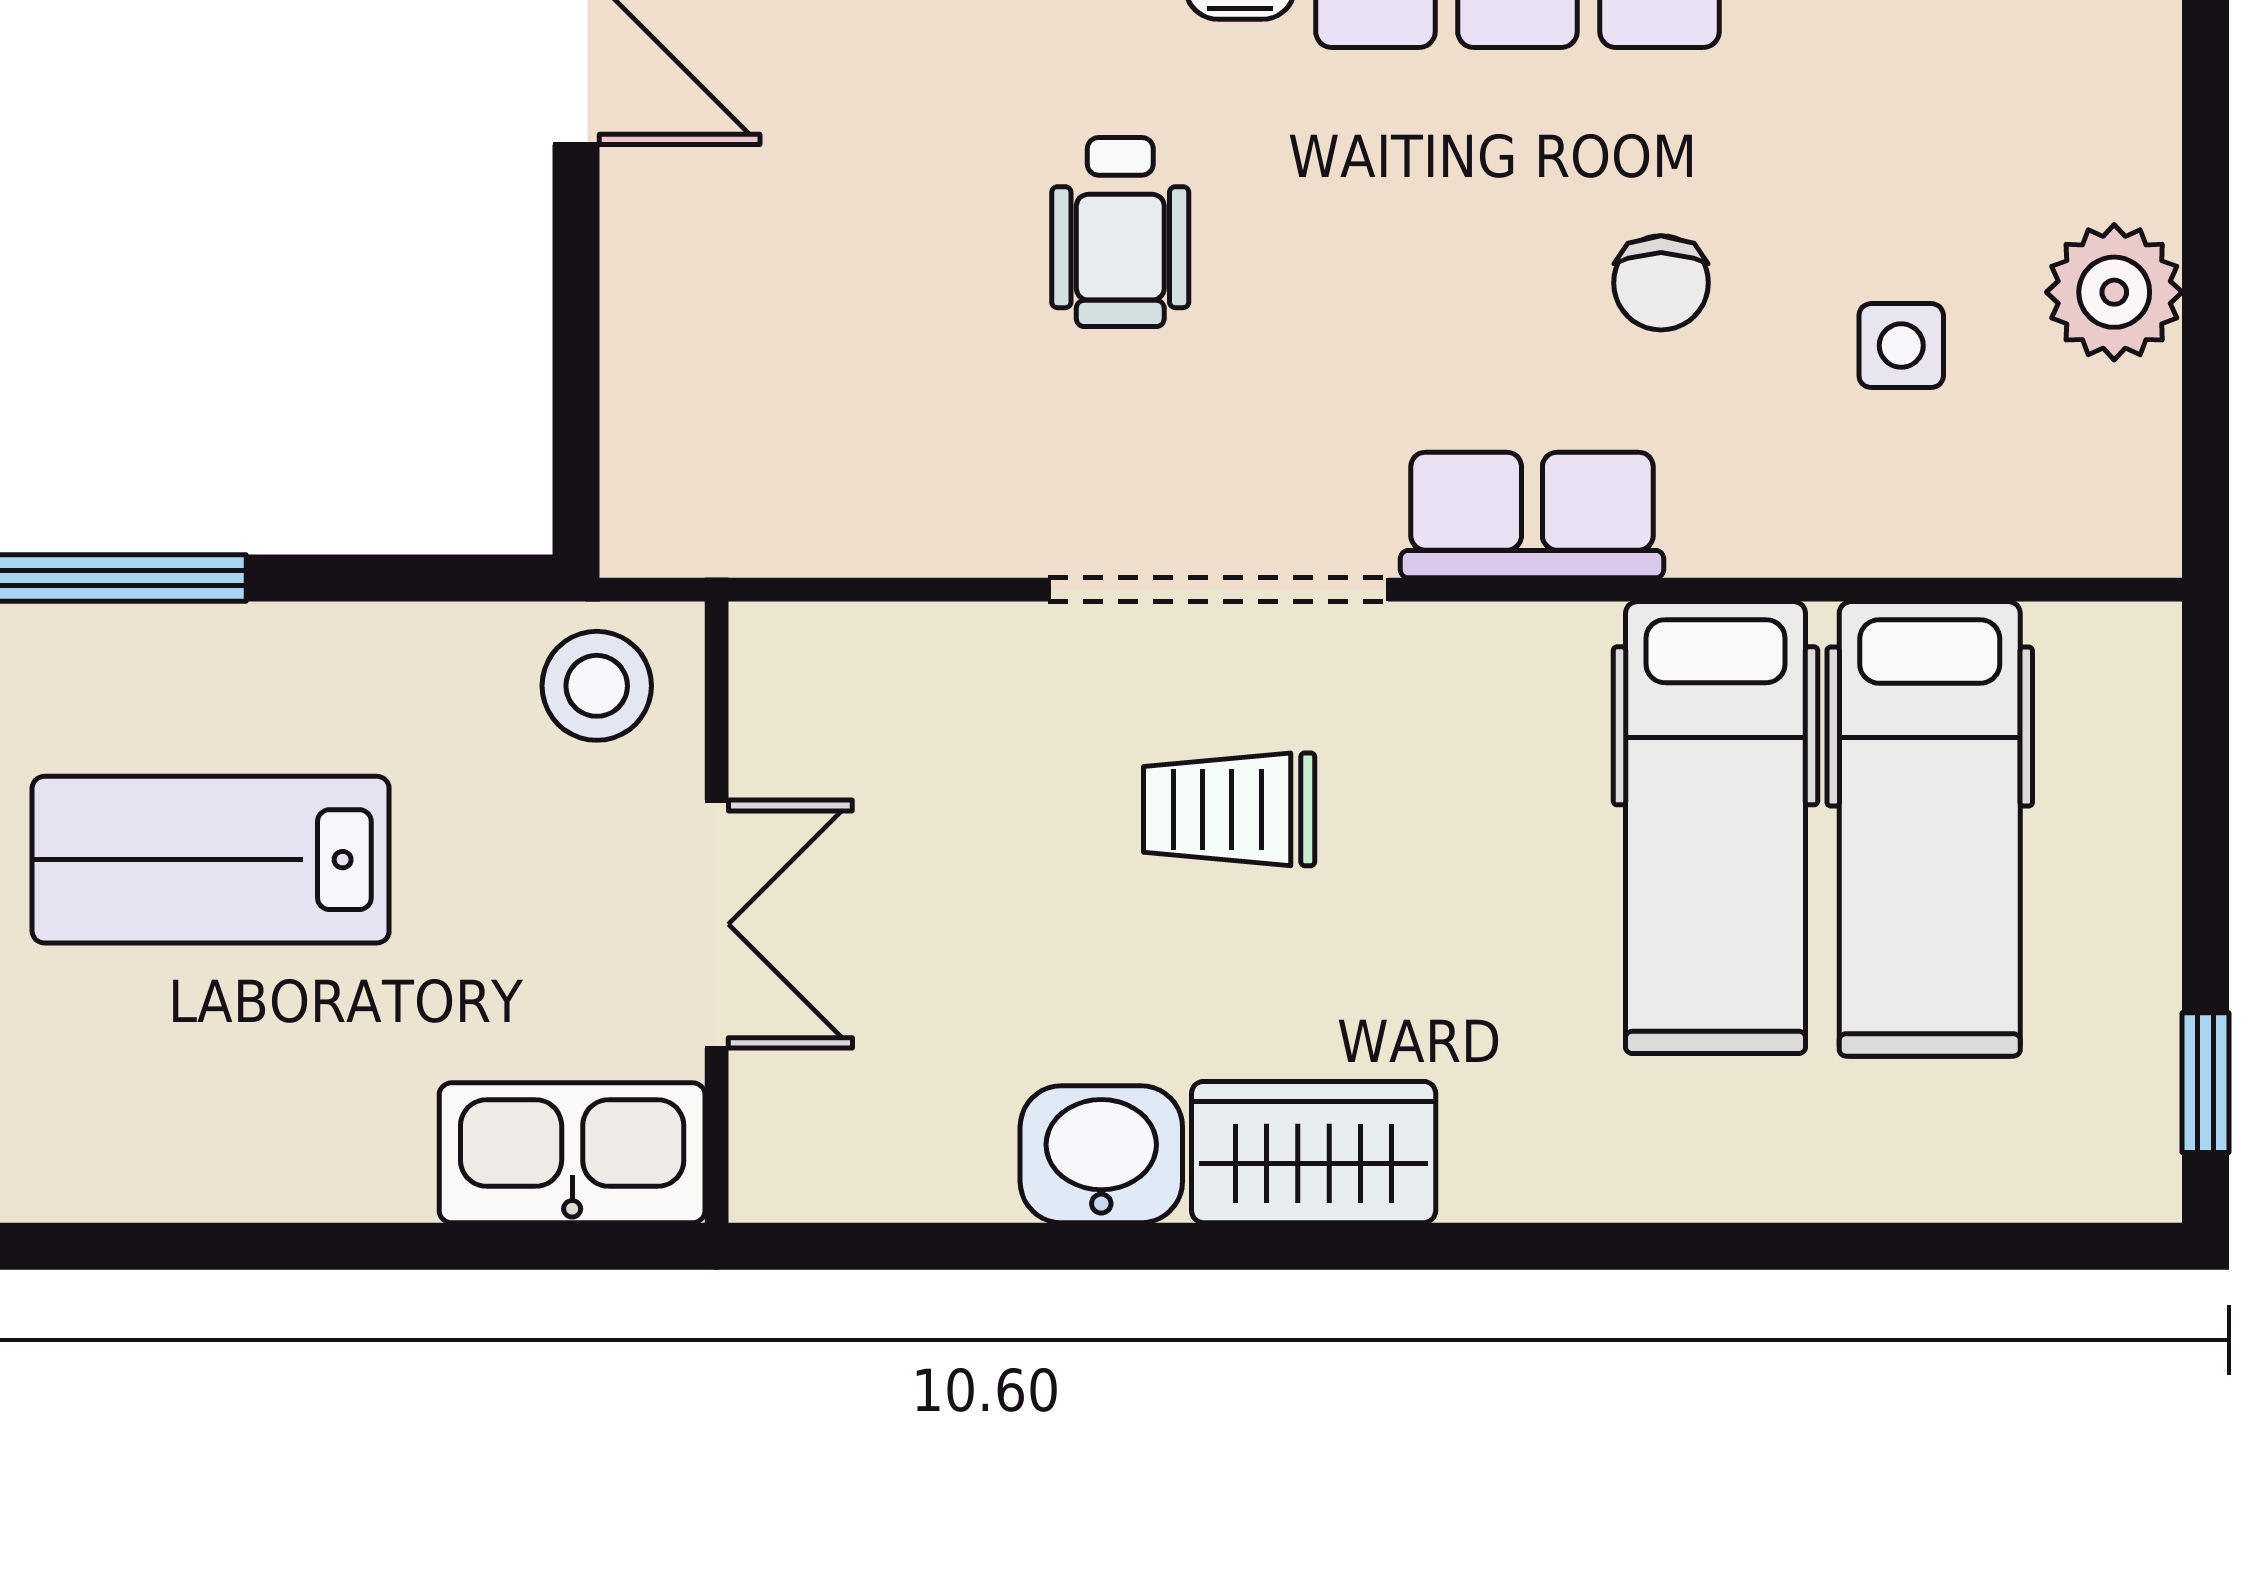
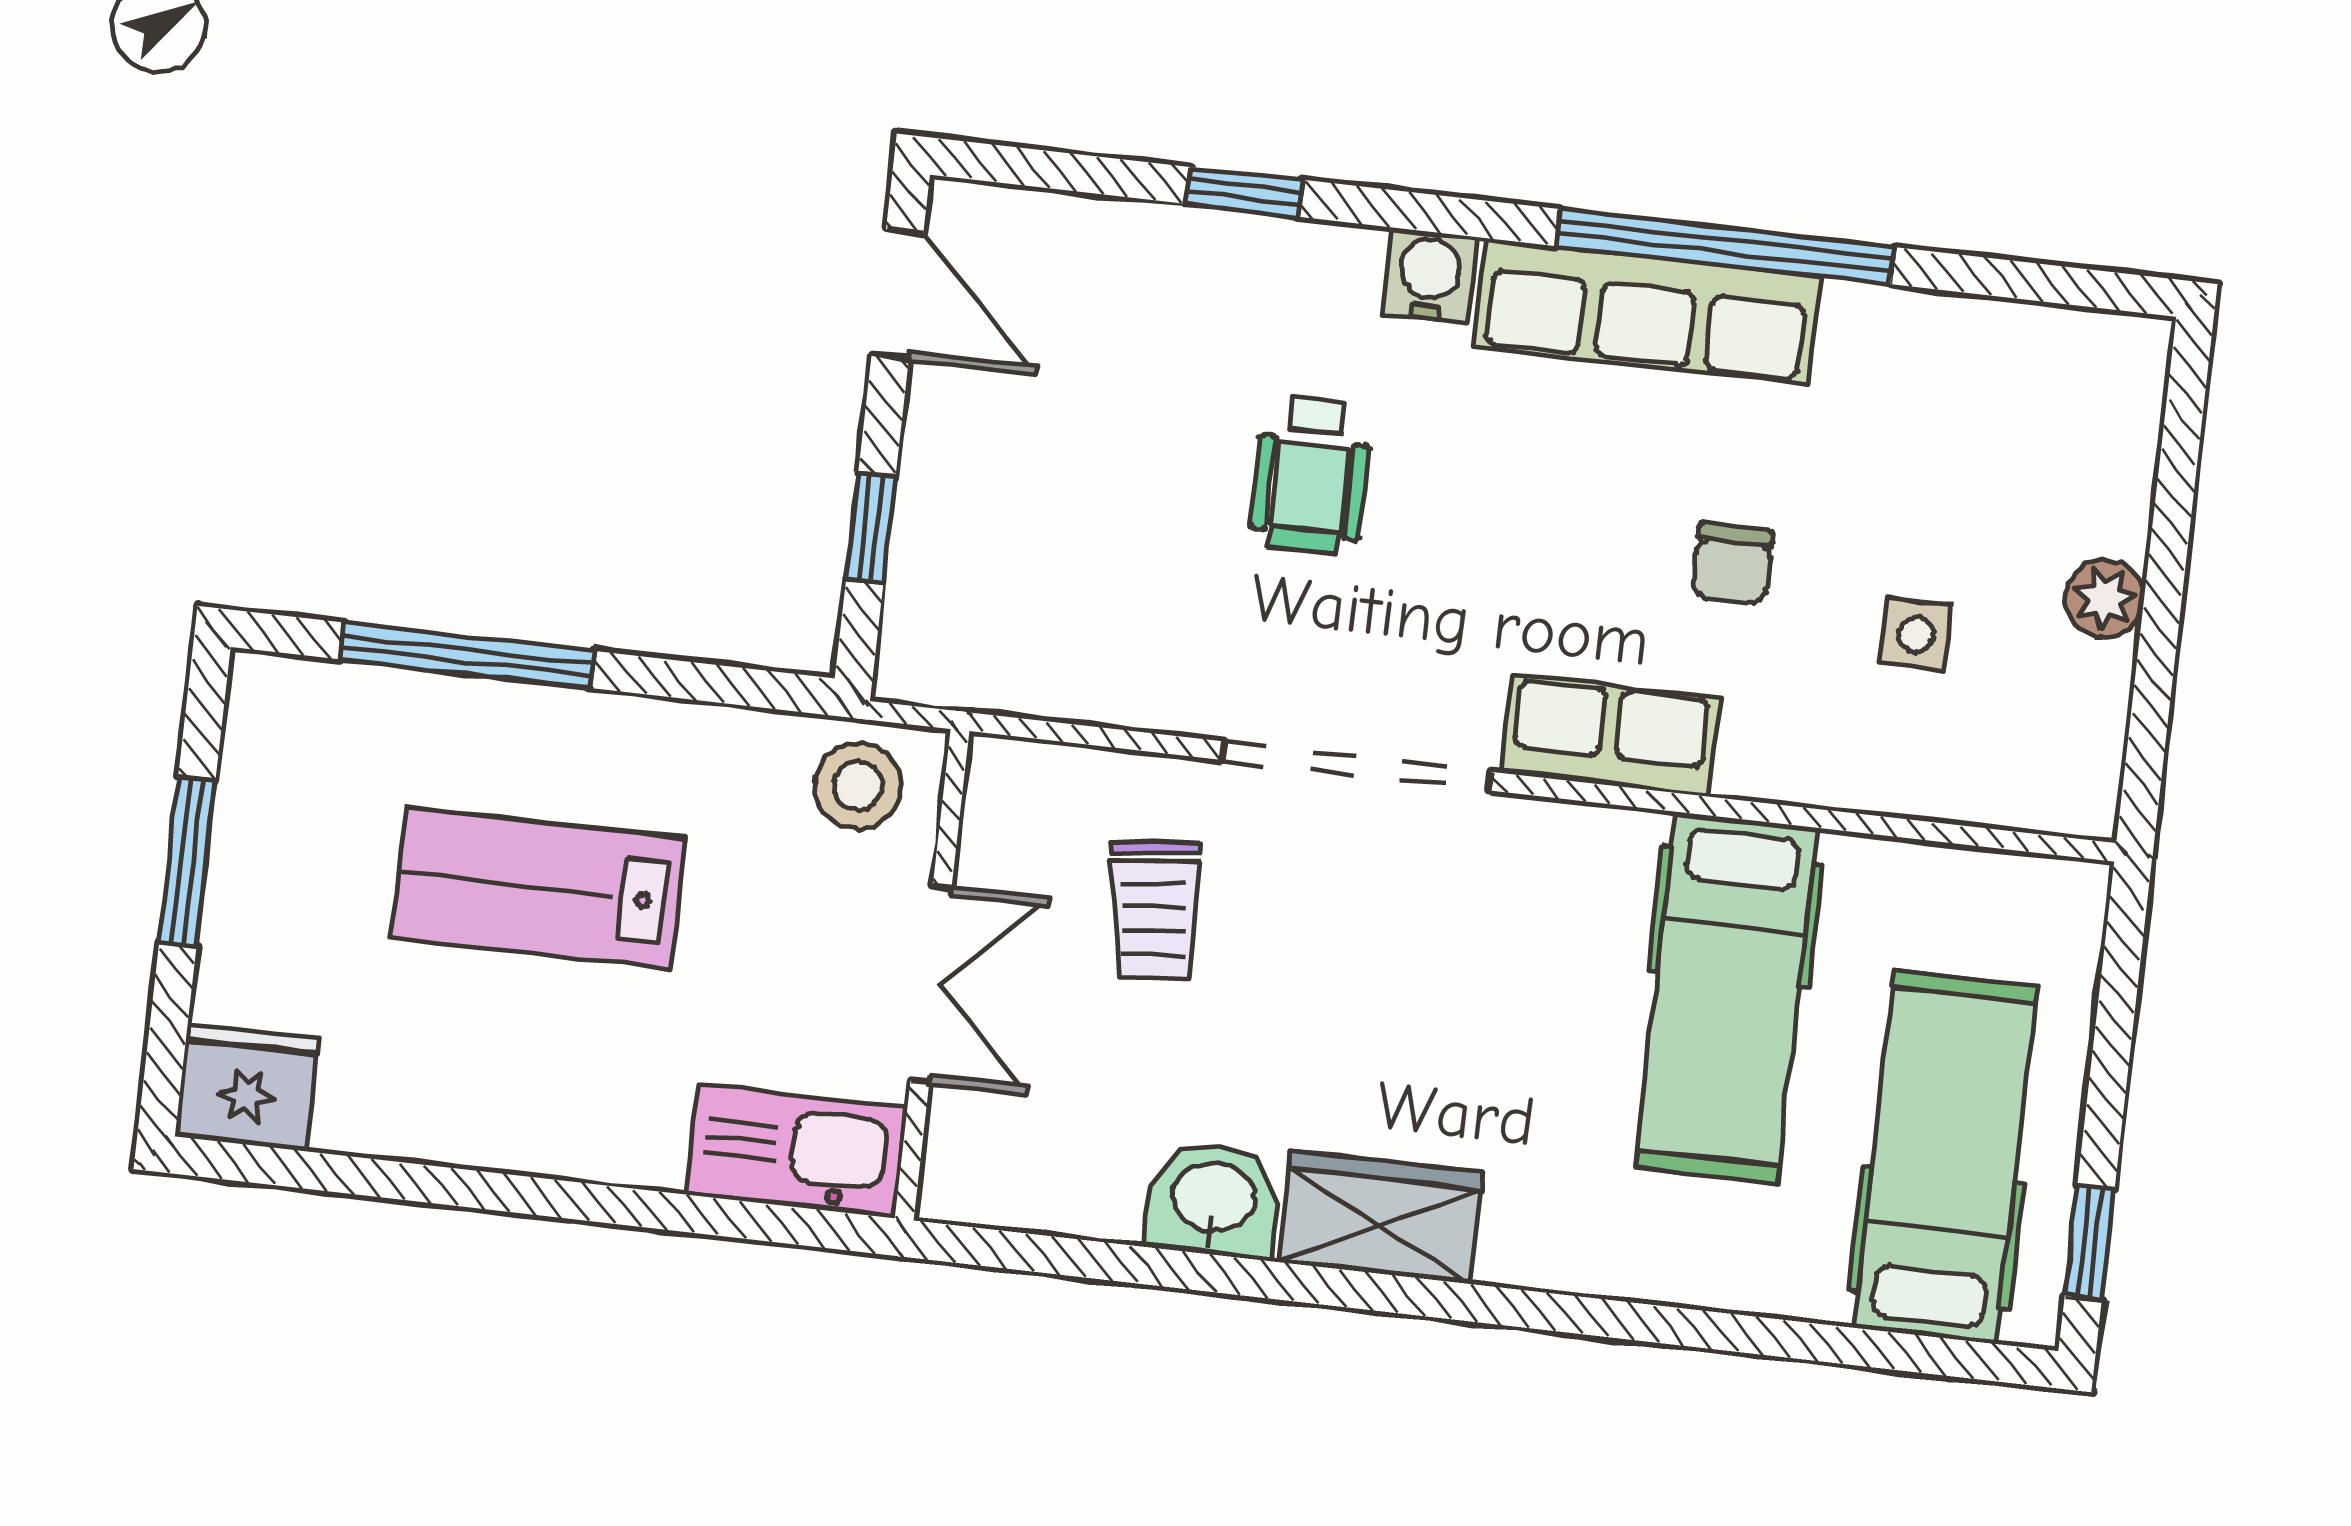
plant: (2114, 292) -> (2105, 599), width x0.73, depth x0.73
window: (576, 360) -> (871, 527), added
trolley: (1229, 809) -> (1155, 910), moved, turned -96
hospital bed: (1930, 829) -> (1945, 1157), moved, turned 180

